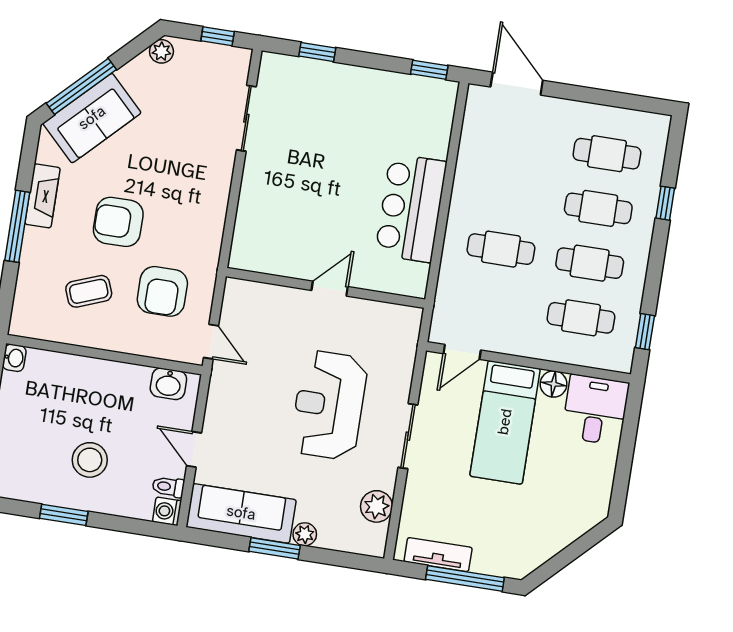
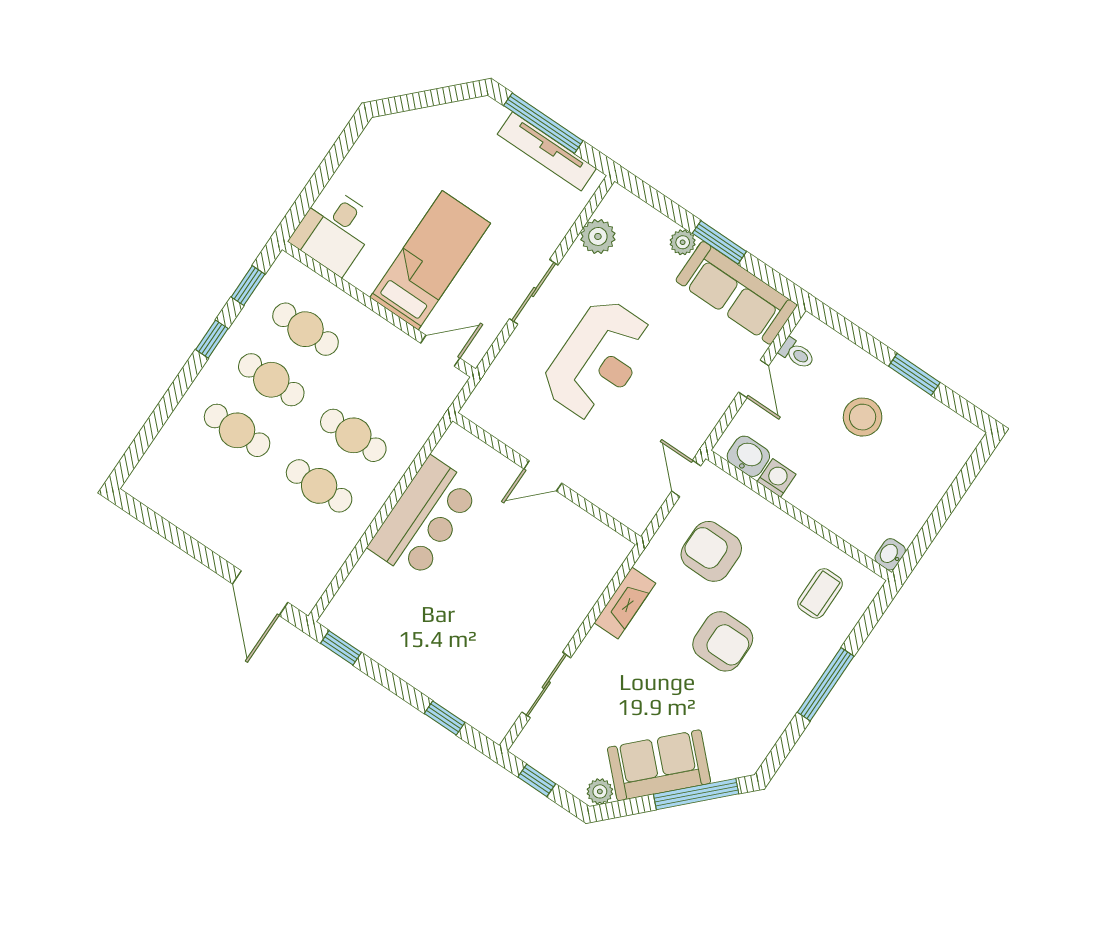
sofa: (92, 118) -> (659, 765), moved
cafe table: (607, 154) -> (319, 486), moved
fireplace: (42, 196) -> (625, 603), moved, turned 180
window: (665, 203) -> (212, 339), moved
coffee table: (89, 291) -> (820, 593), moved, turned -69
armchair: (162, 291) -> (711, 551), turned -90
floor lamp: (554, 384) -> (364, 276), removed
washing machine: (167, 511) -> (777, 478), moved, turned -90
tv unit: (438, 555) -> (547, 151), width x1.41

